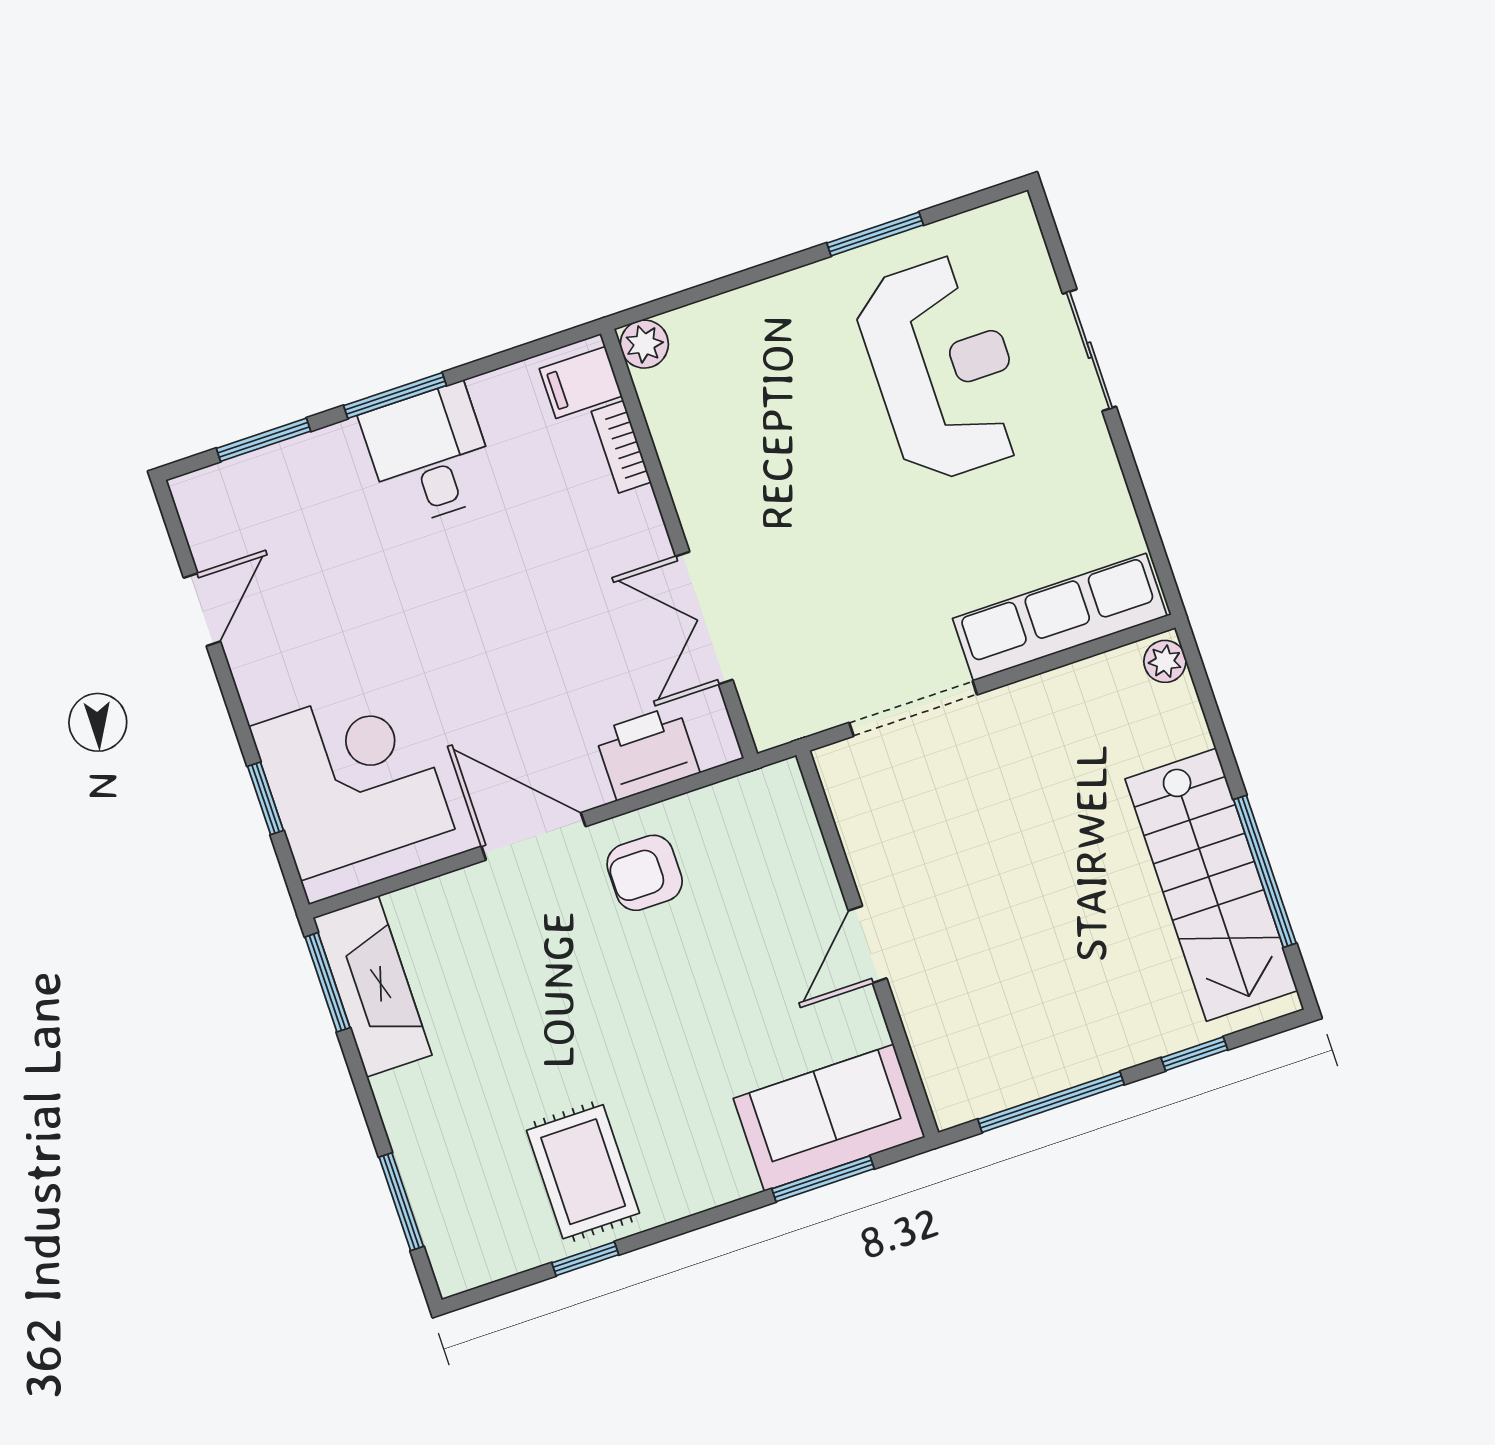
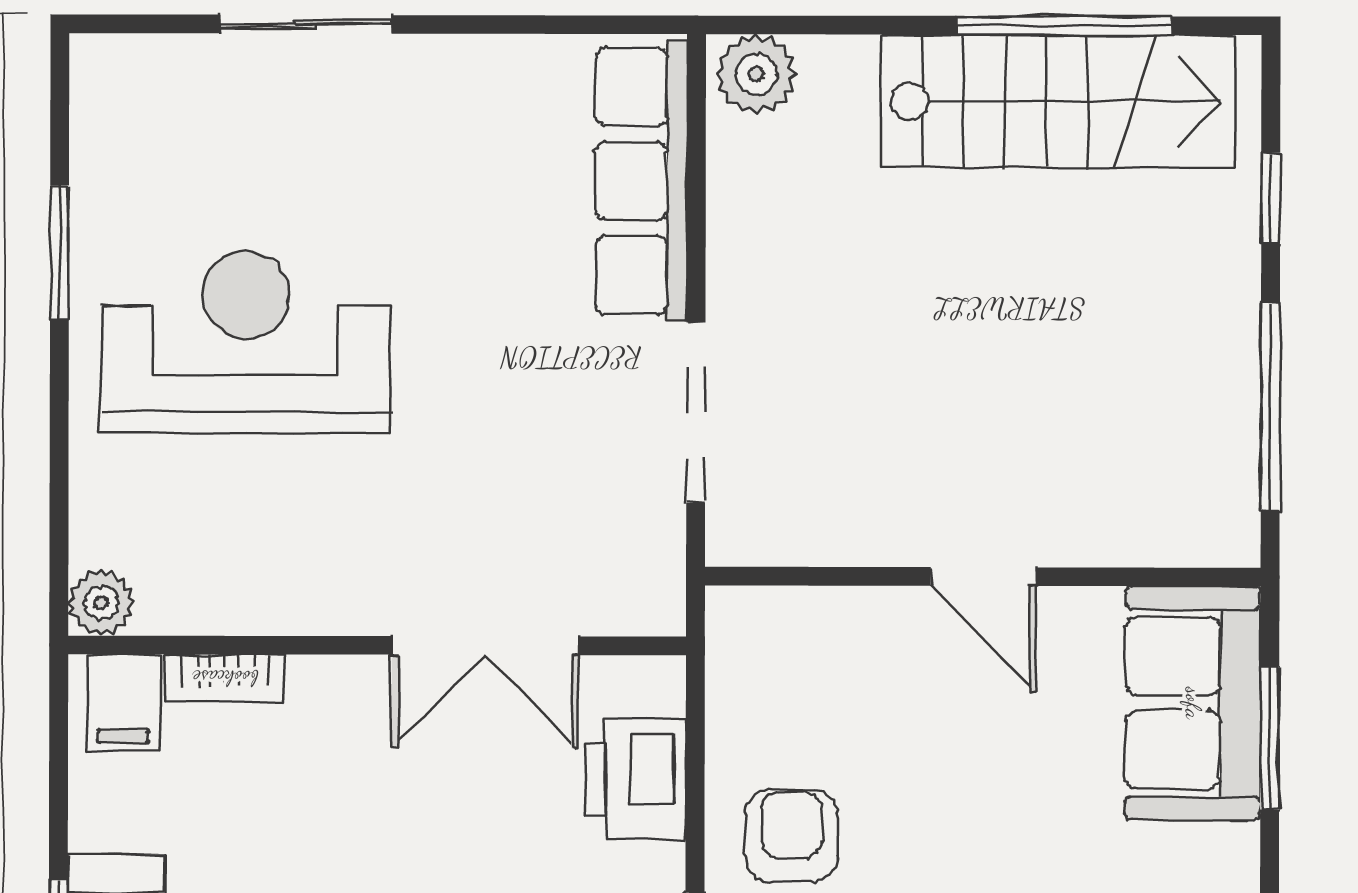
reception desk: (943, 368) -> (246, 342), moved
plant: (1165, 661) -> (756, 74), width x1.38, depth x1.38
armchair: (645, 873) -> (792, 836), turned 180

